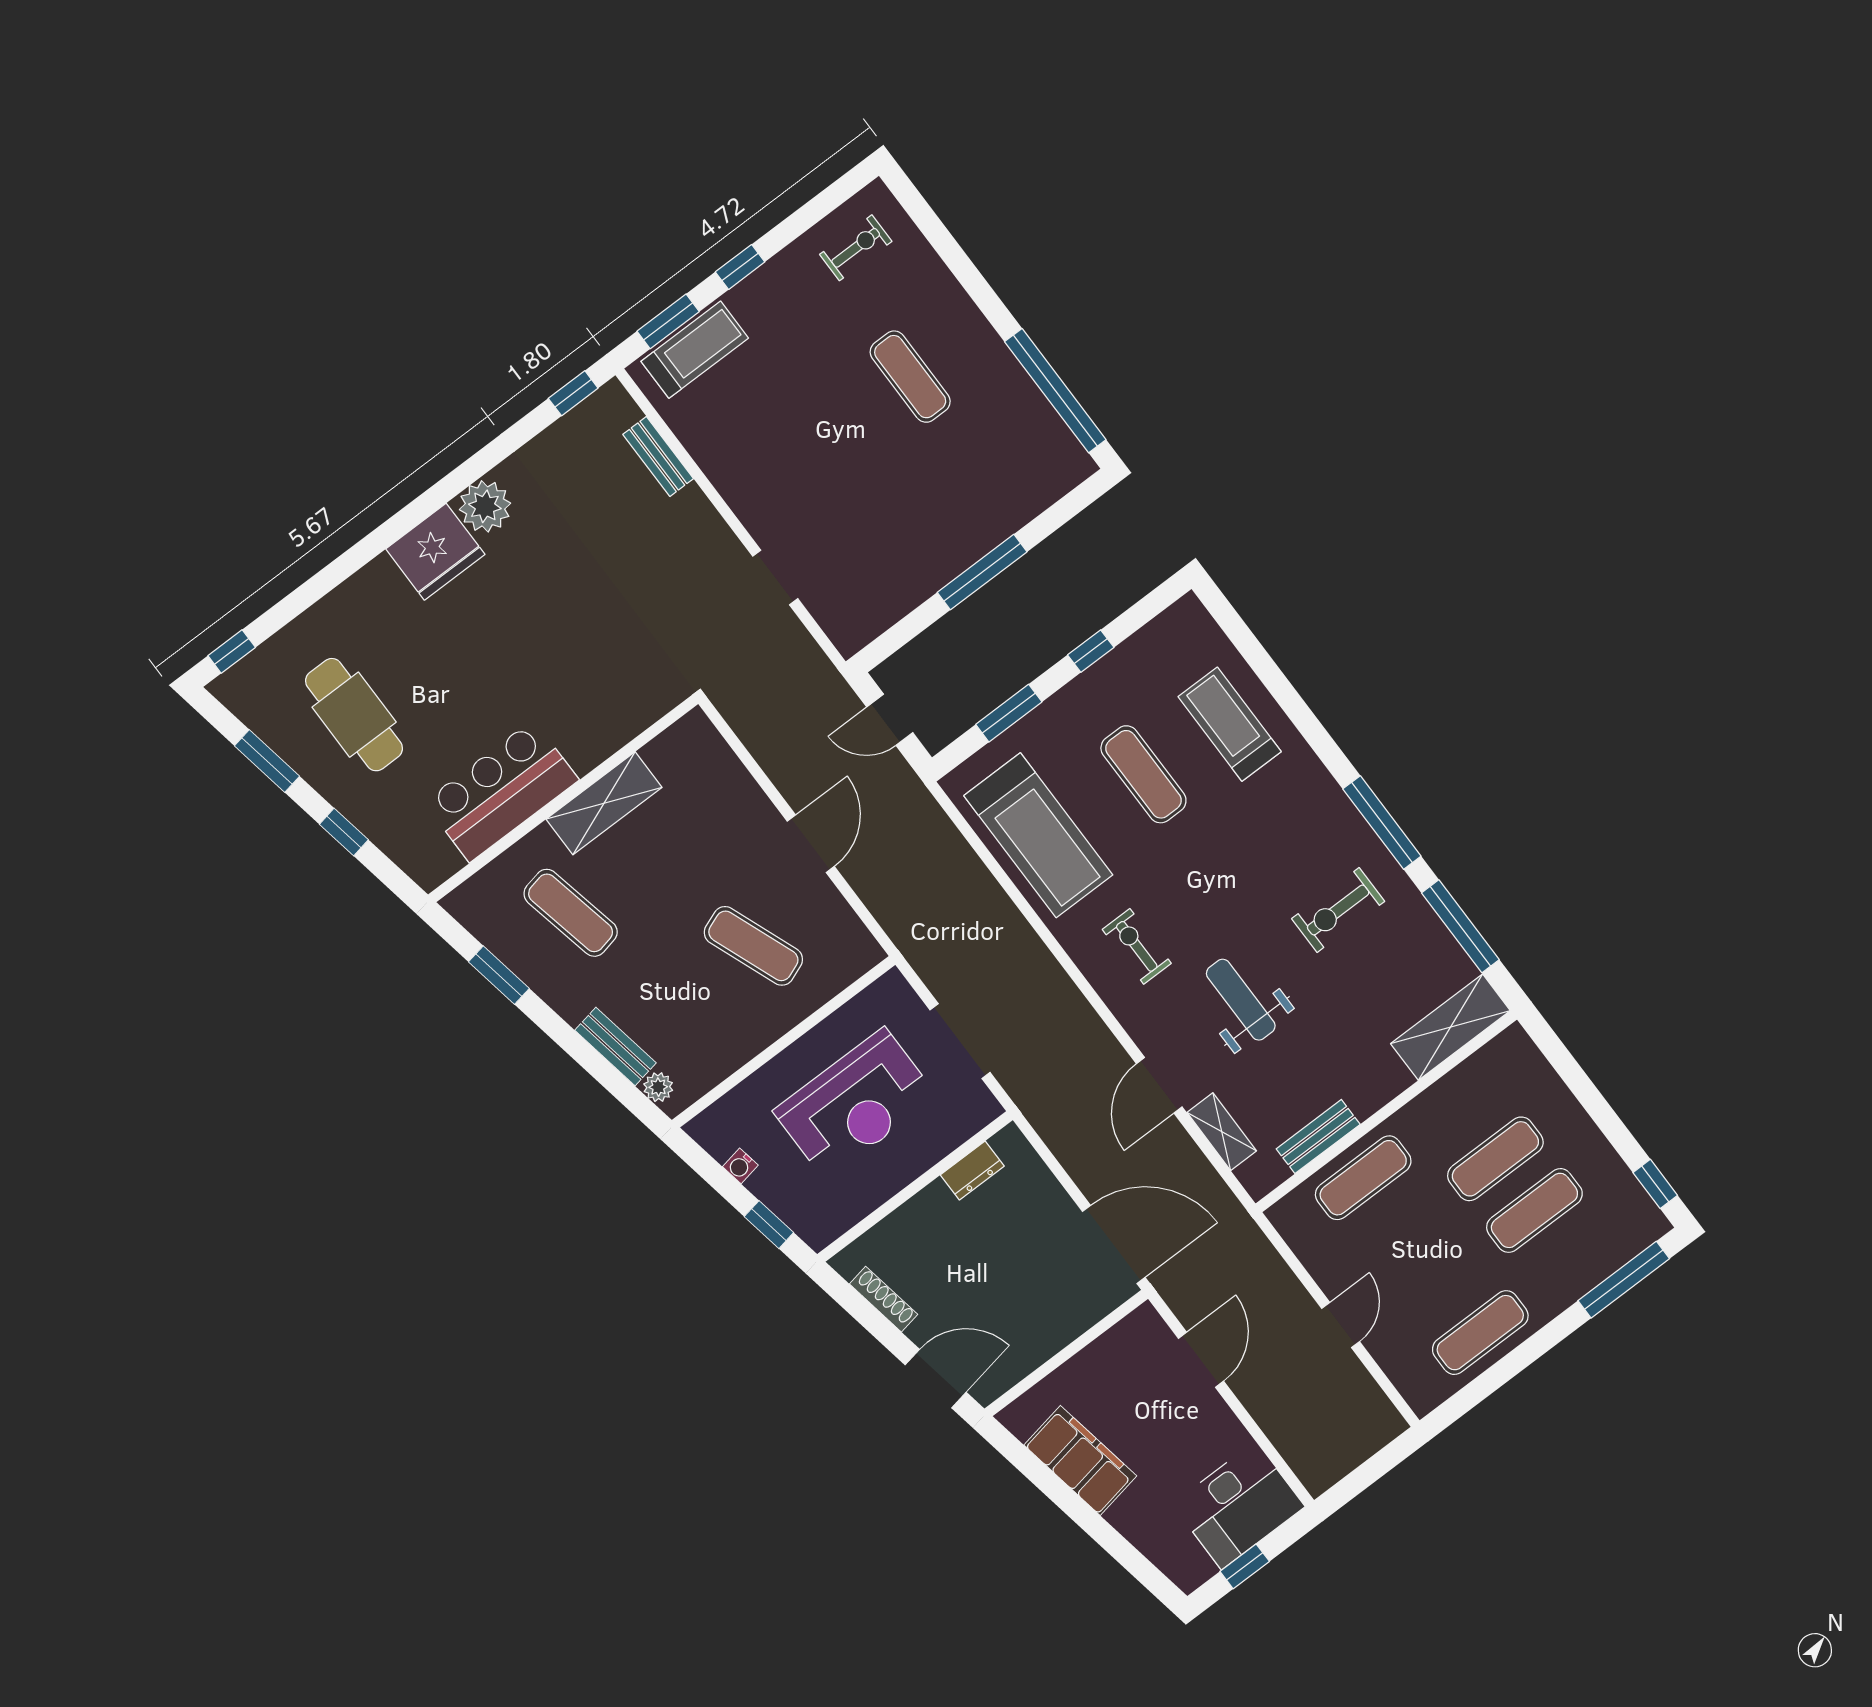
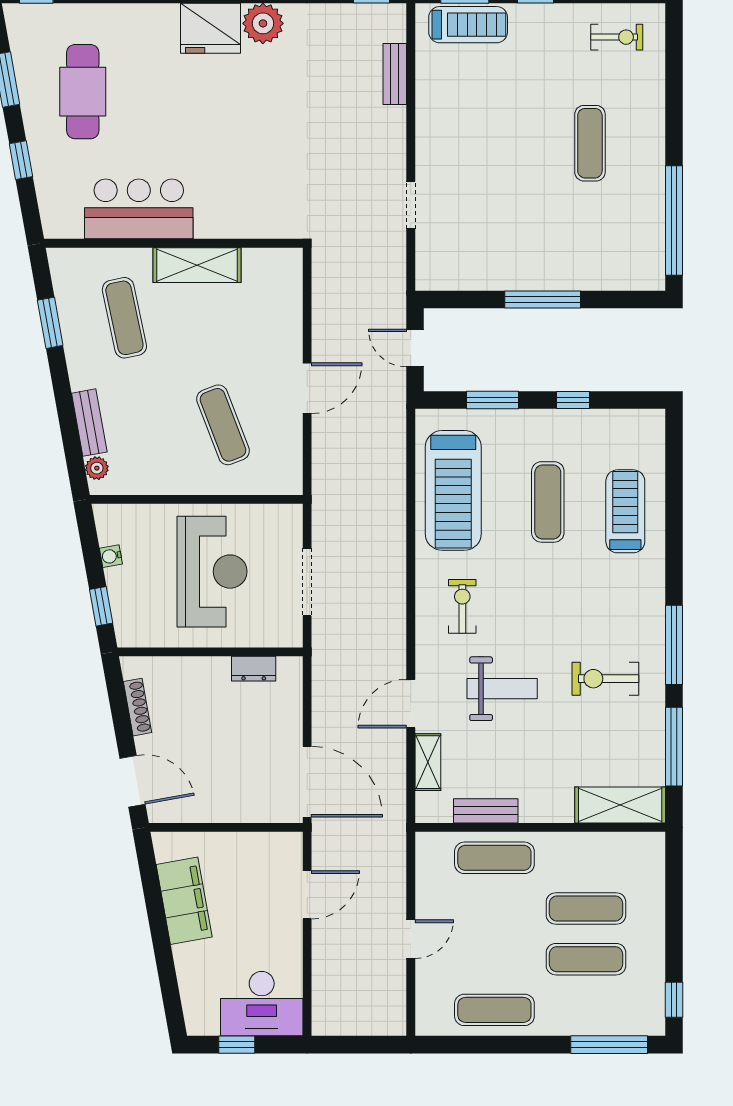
weight bench: (1241, 1000) -> (502, 689), turned 90
reception desk: (855, 1104) -> (212, 572), turned -90

